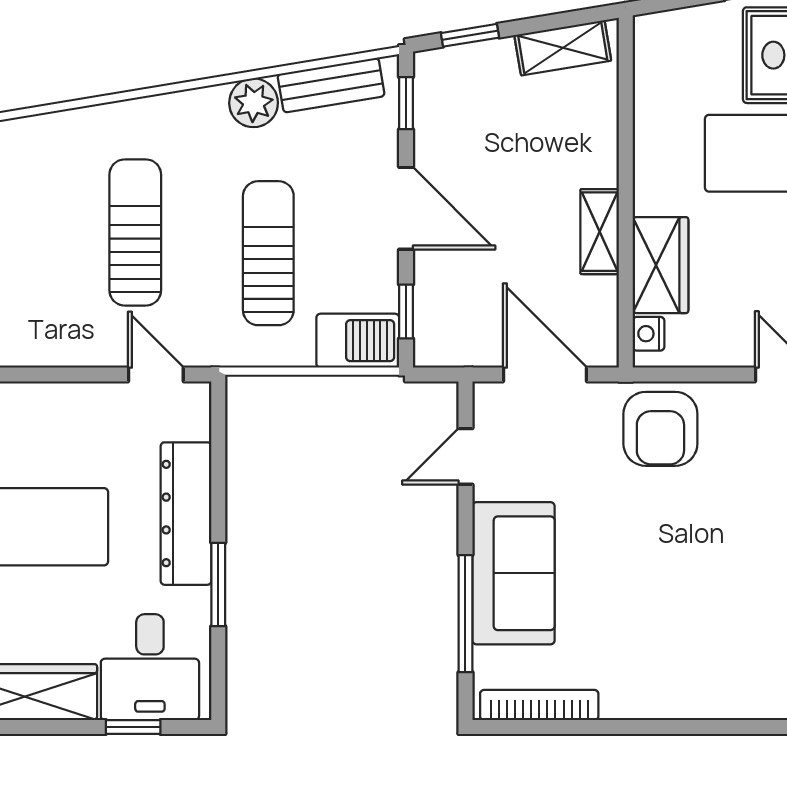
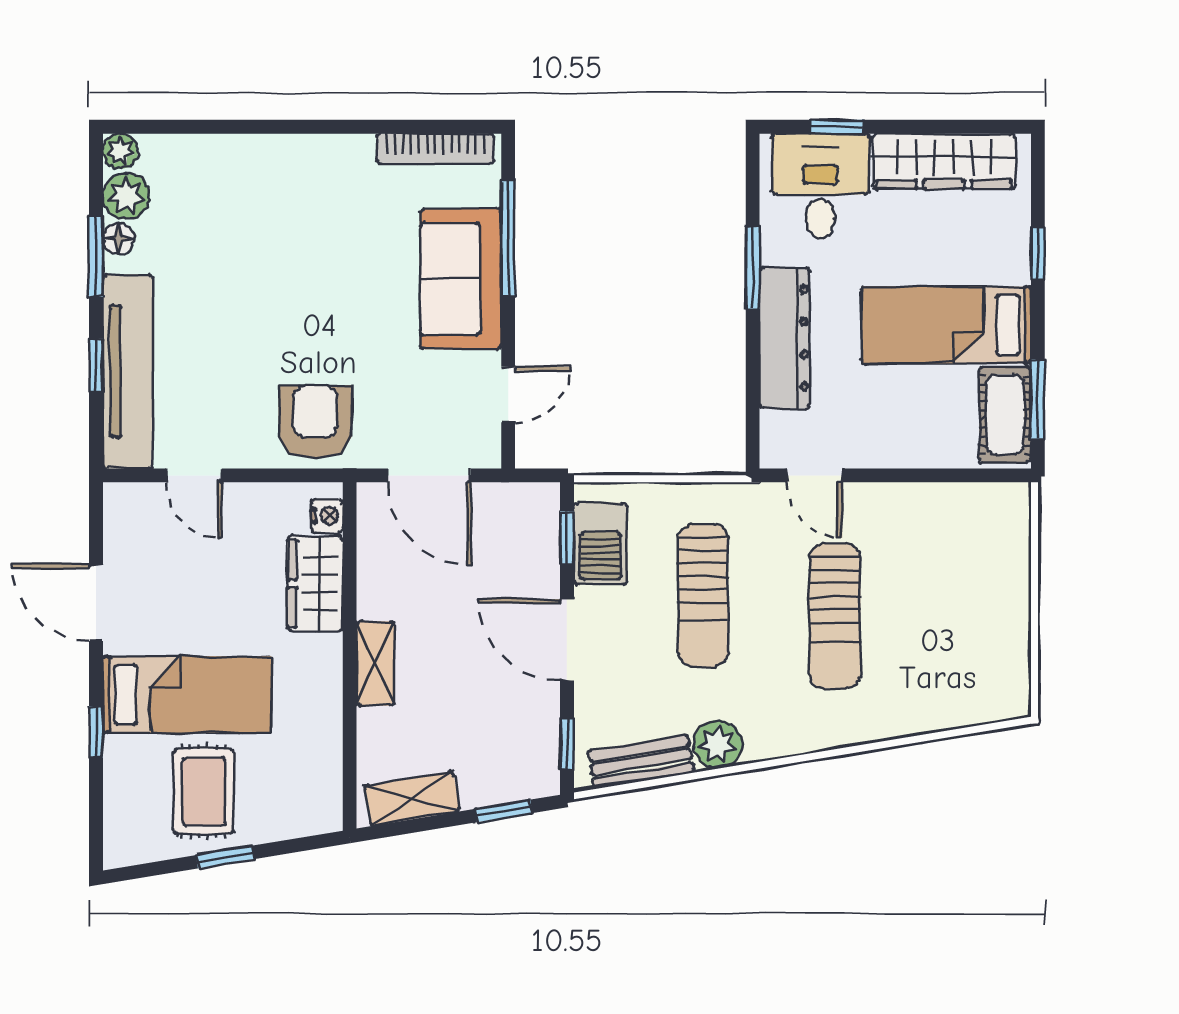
shelving: (600, 232) -> (375, 664), moved
barbecue: (358, 341) -> (600, 544), moved, turned -90

